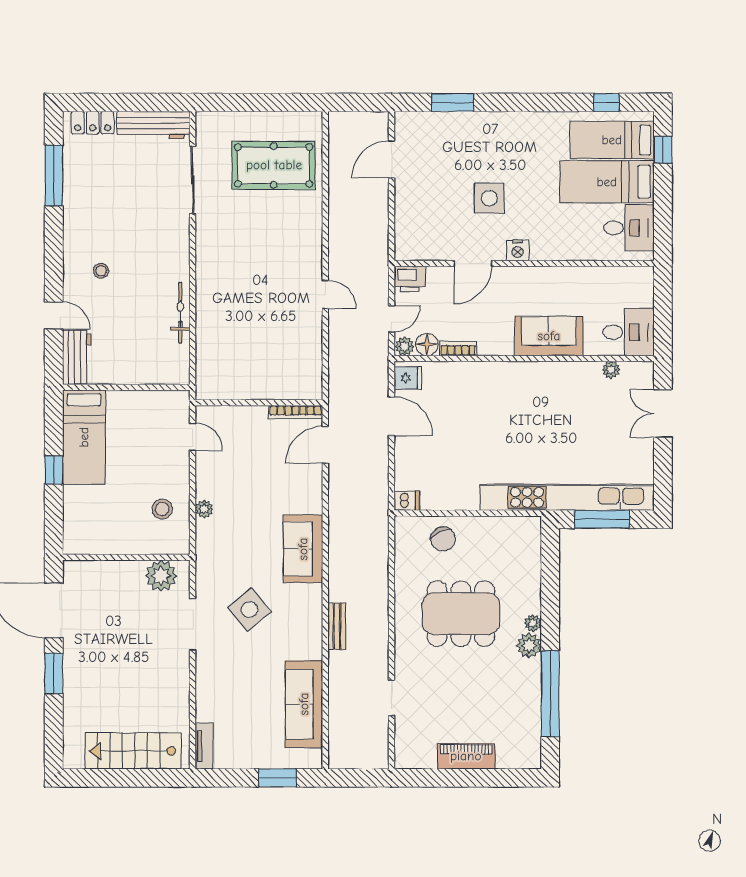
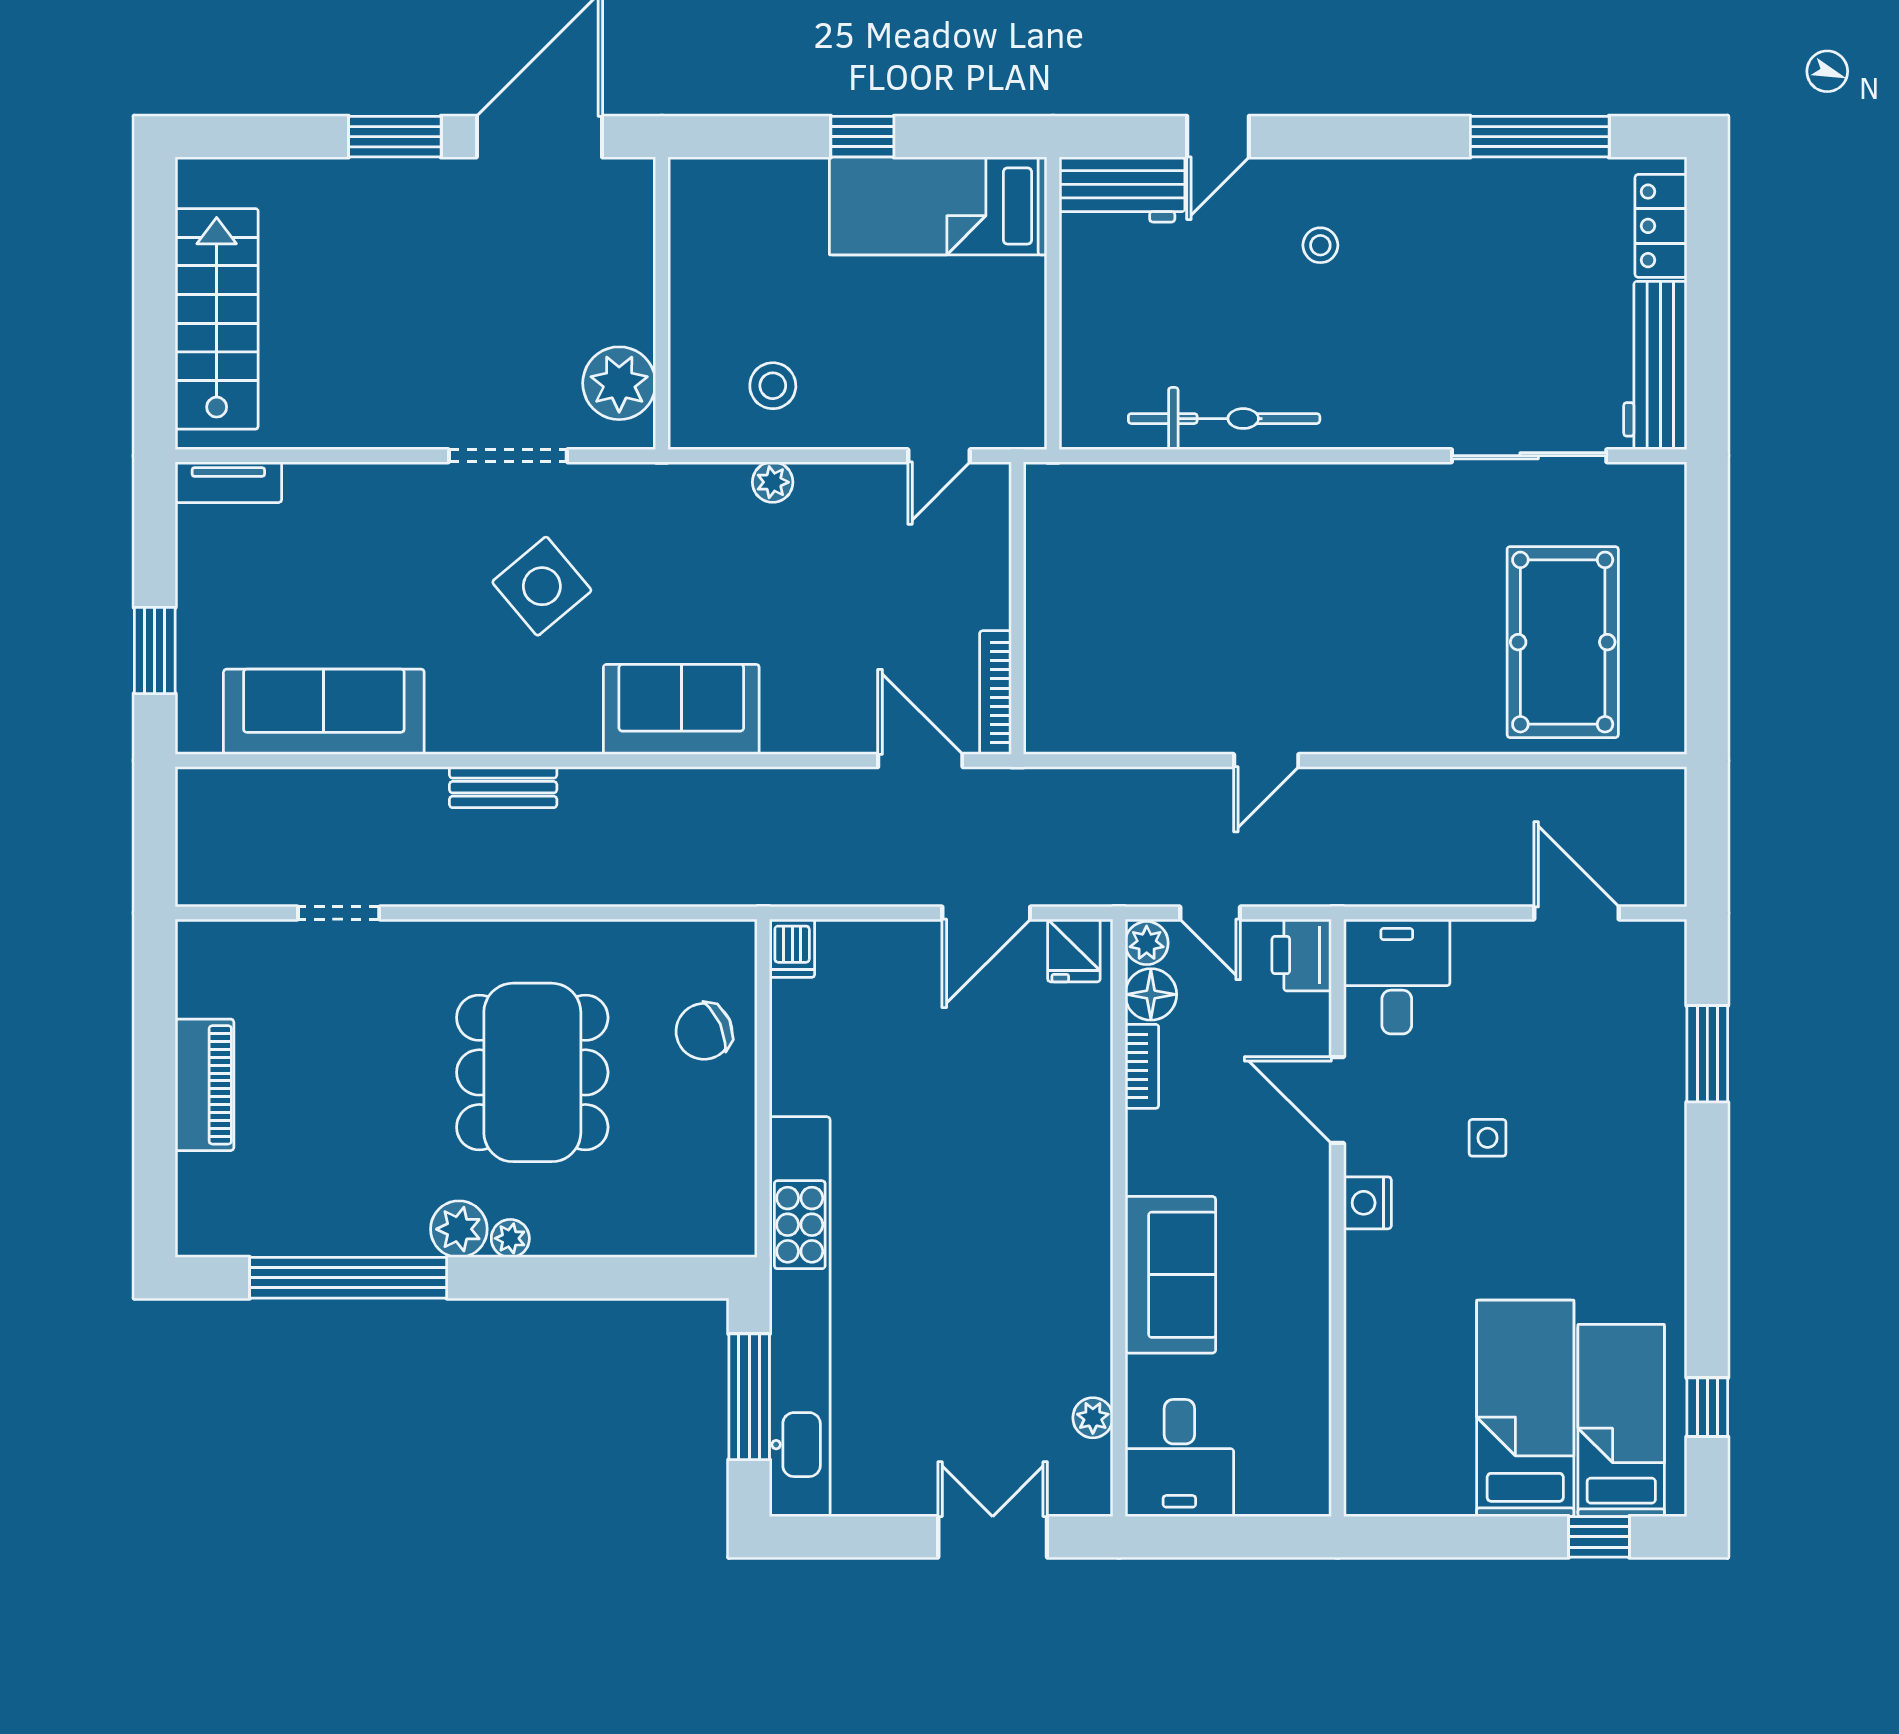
side table: (489, 198) -> (1487, 1138), width x0.54, depth x0.54
desk: (629, 228) -> (1397, 976), moved, turned 180
bicycle: (180, 313) -> (1224, 419), width x1.37, depth x1.40

